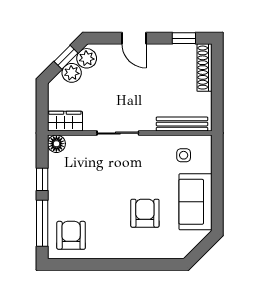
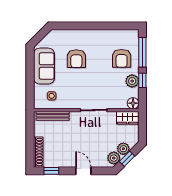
plant: (58, 178) -> (132, 81), added
armchair: (71, 235) -> (122, 58), moved

